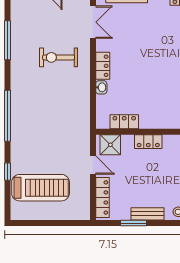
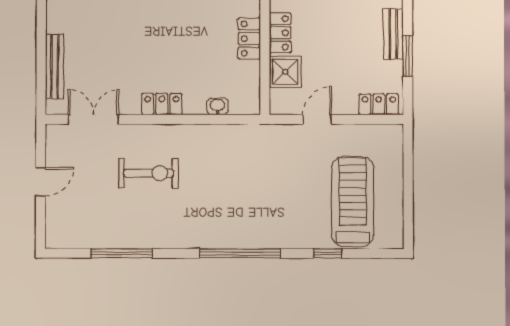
exercise bike: (59, 57) -> (149, 173), turned -90
washbasin: (101, 87) -> (218, 106), moved
locker: (124, 122) -> (249, 39), moved
shower: (110, 145) -> (285, 72), moved
locker: (102, 197) -> (379, 104), width x0.66

